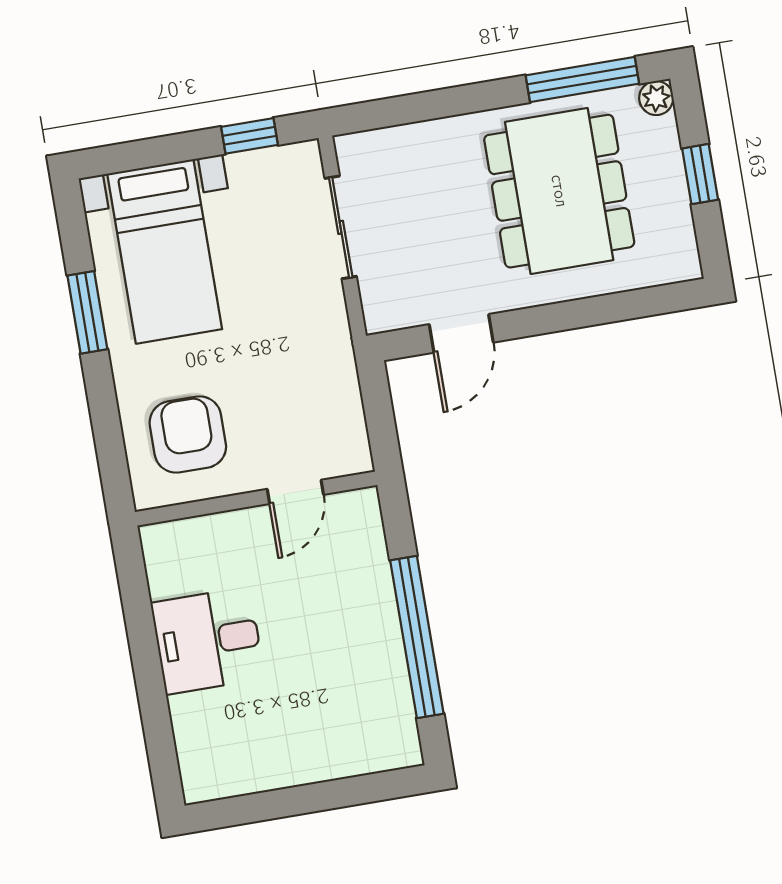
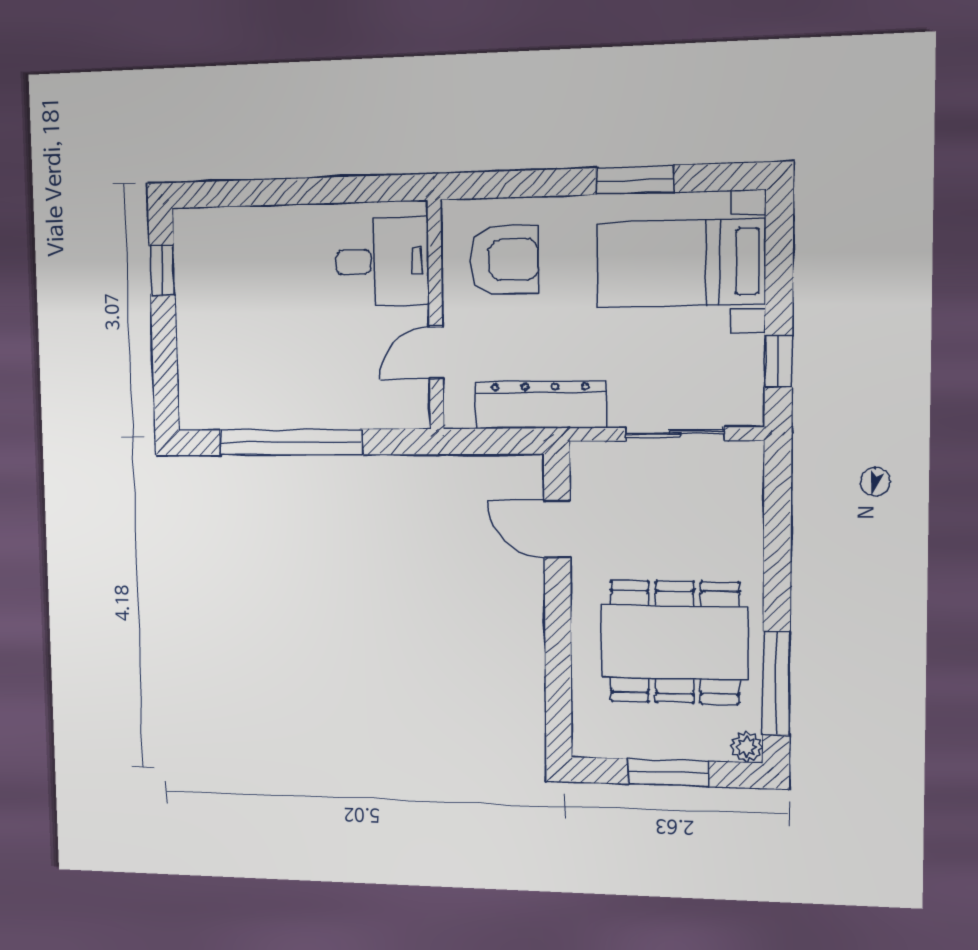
window: (700, 174) -> (668, 773), width x1.50
dresser: (333, 372) -> (540, 405), added
door: (295, 492) -> (436, 353), hinge flipped
desk: (208, 641) -> (382, 261), moved, turned 90
window: (253, 808) -> (162, 271), added

